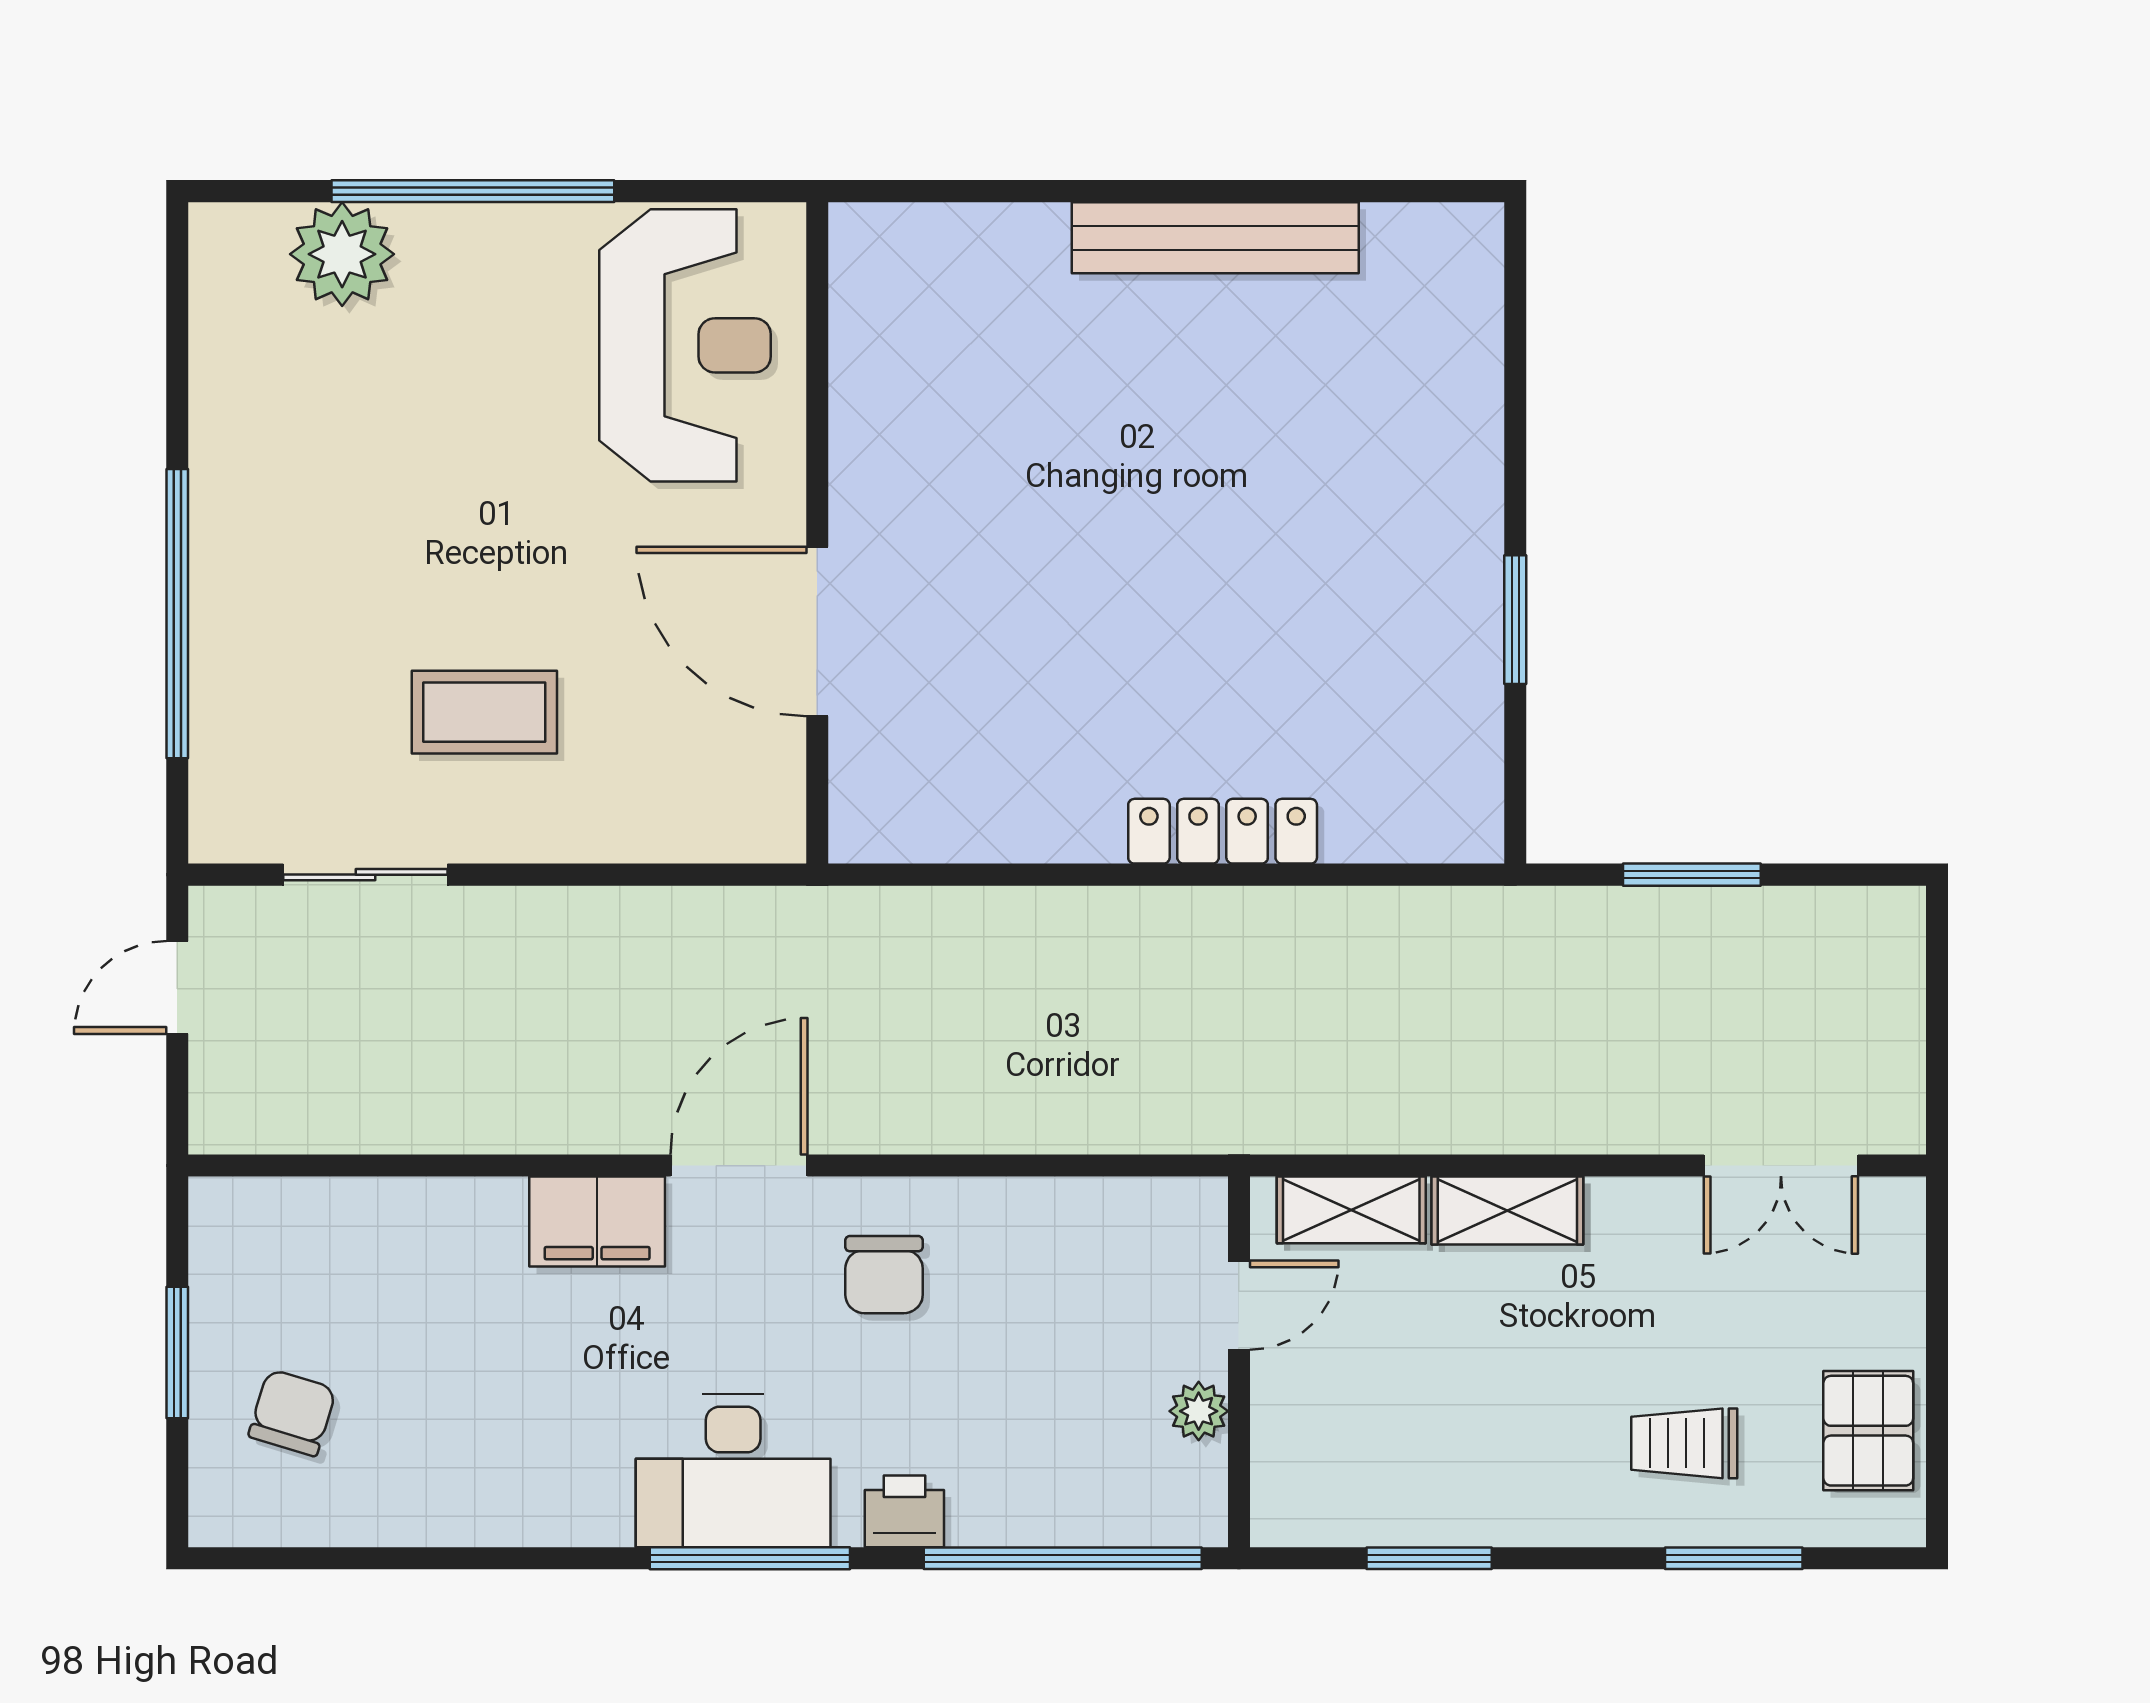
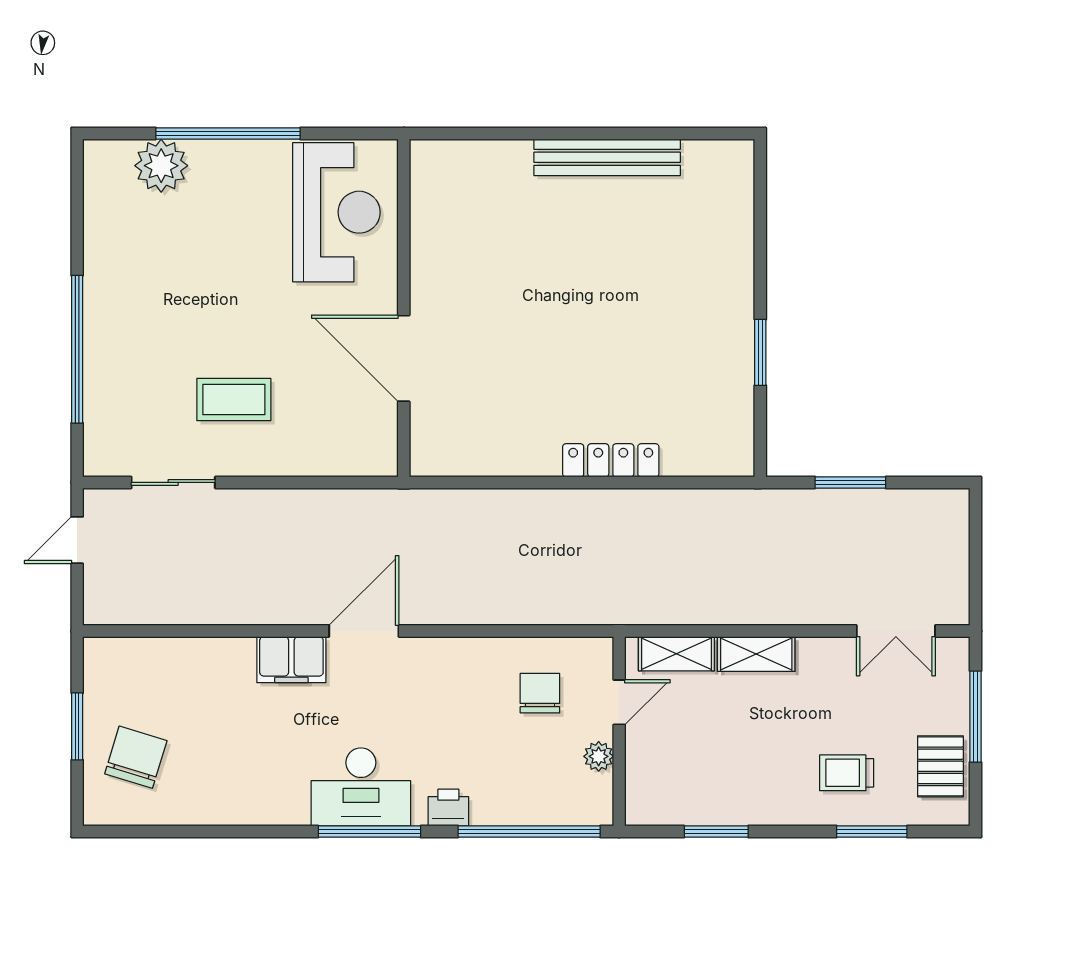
chair: (884, 1275) -> (540, 693), moved, turned 180
window: (1937, 1333) -> (976, 717), added
chair: (292, 1413) -> (136, 757), width x1.37, depth x1.37

